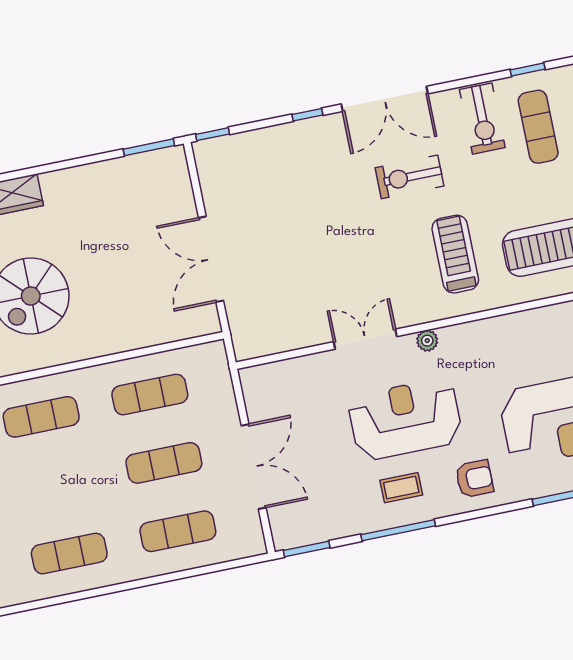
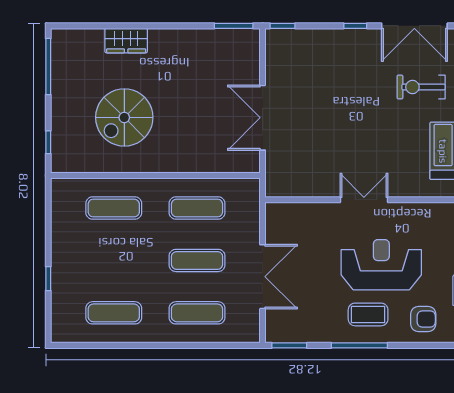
plant: (427, 341) -> (409, 210), removed
coffee table: (401, 488) -> (368, 314), width x1.36, depth x1.30

